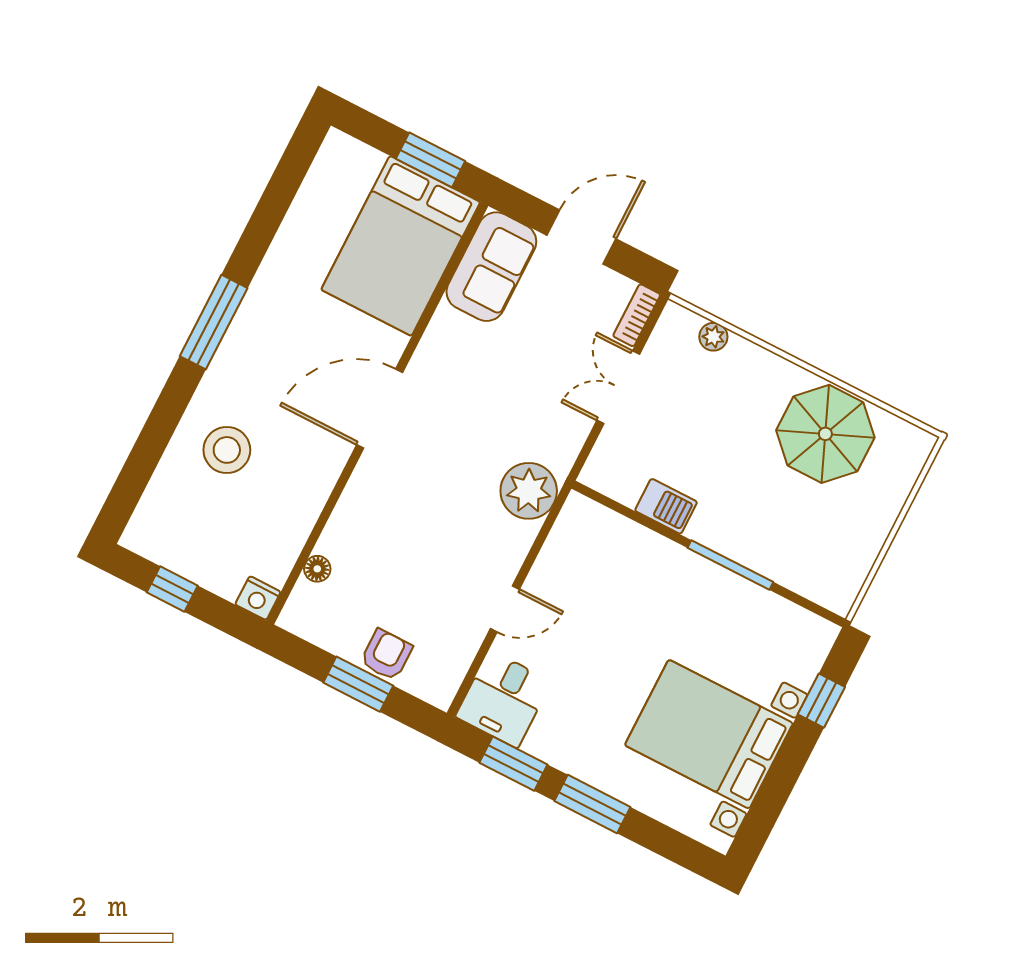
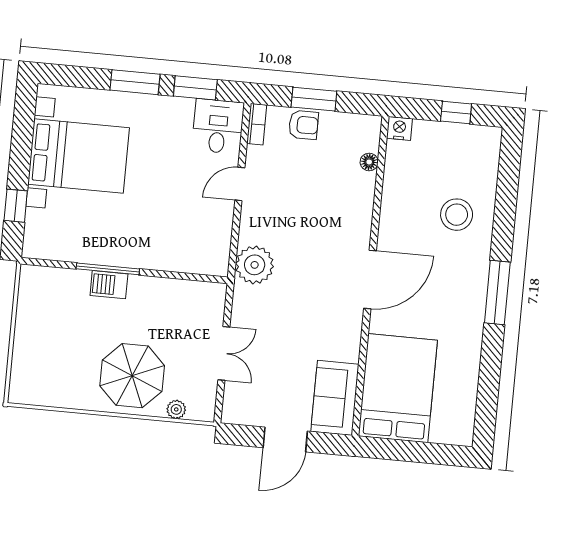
window: (431, 160) -> (400, 450), removed
bookcase: (637, 315) -> (257, 124), moved
parasol: (825, 434) -> (132, 376), moved
barbecue: (666, 506) -> (109, 285), moved
armchair: (386, 655) -> (304, 125), turned -90

